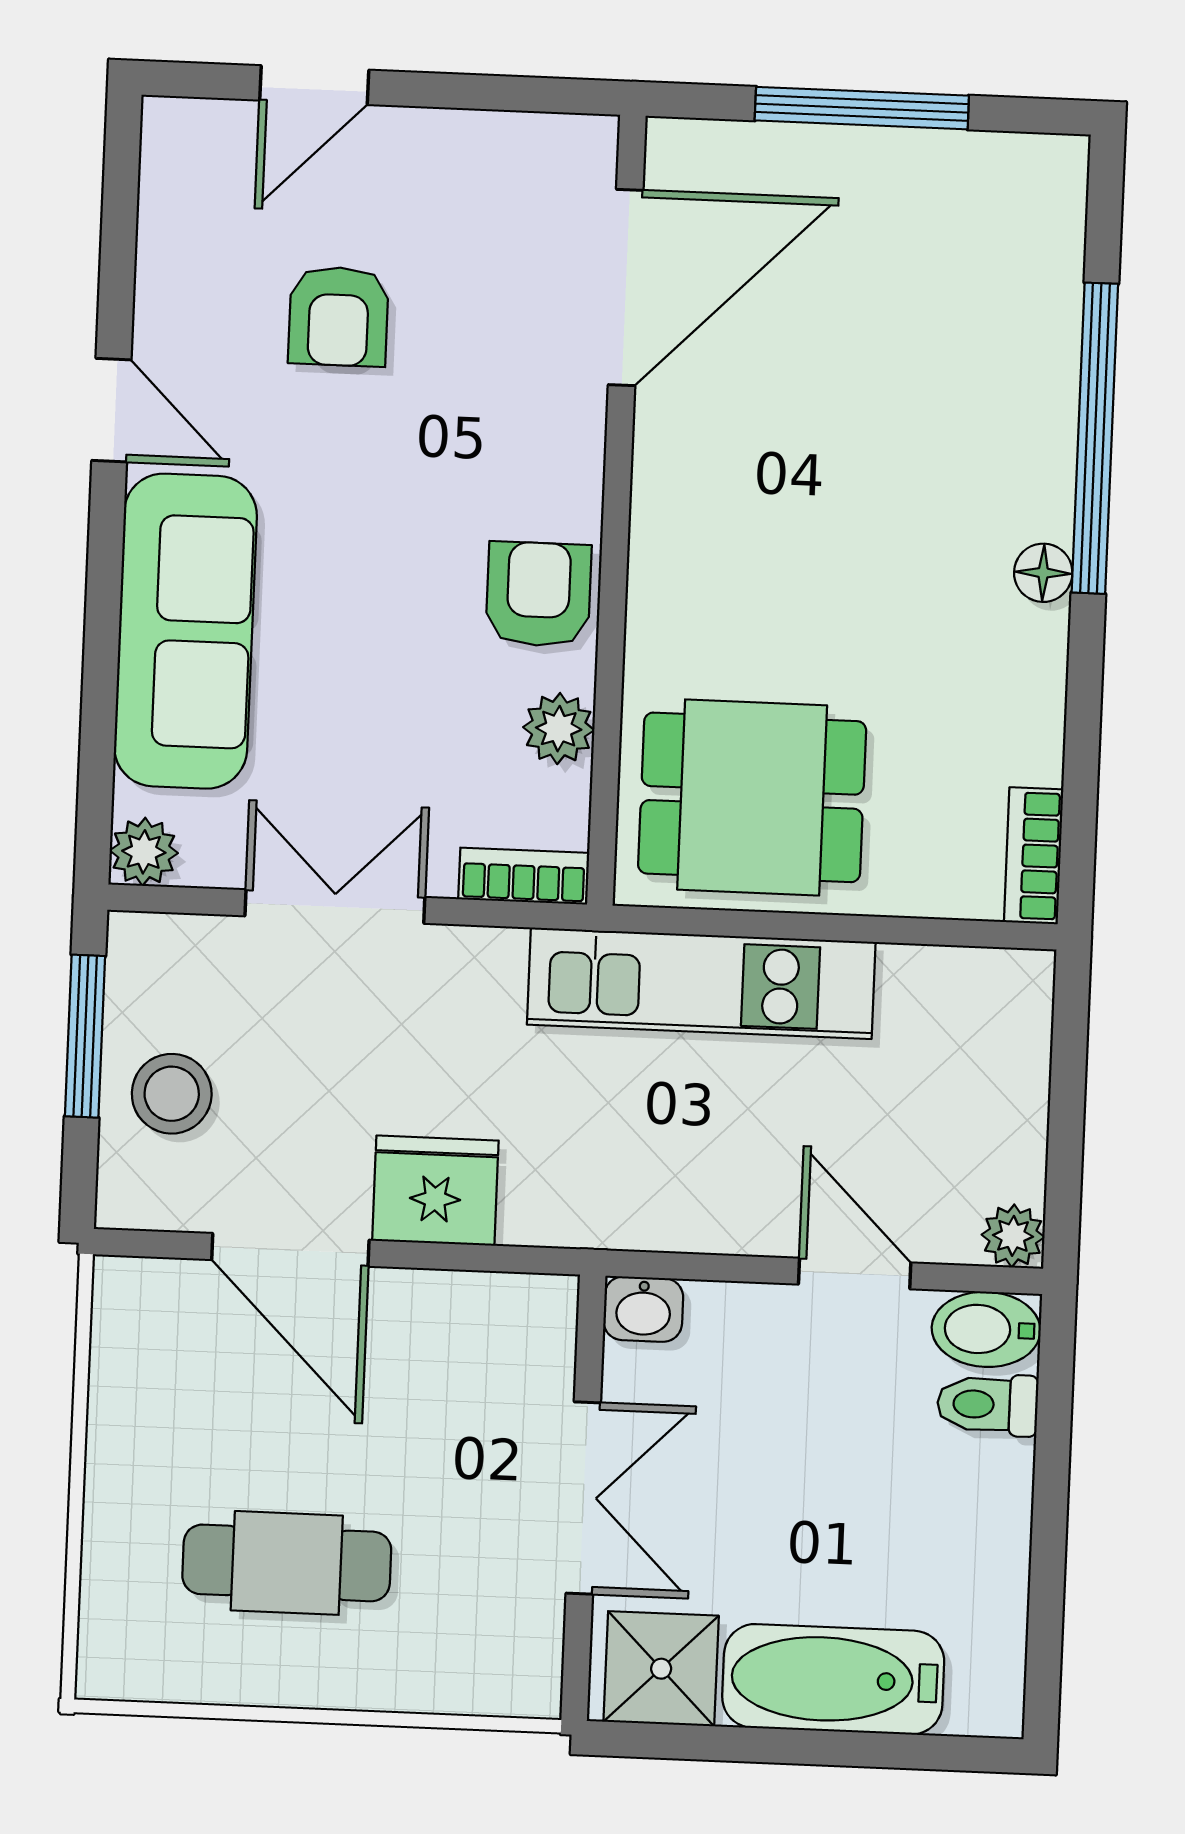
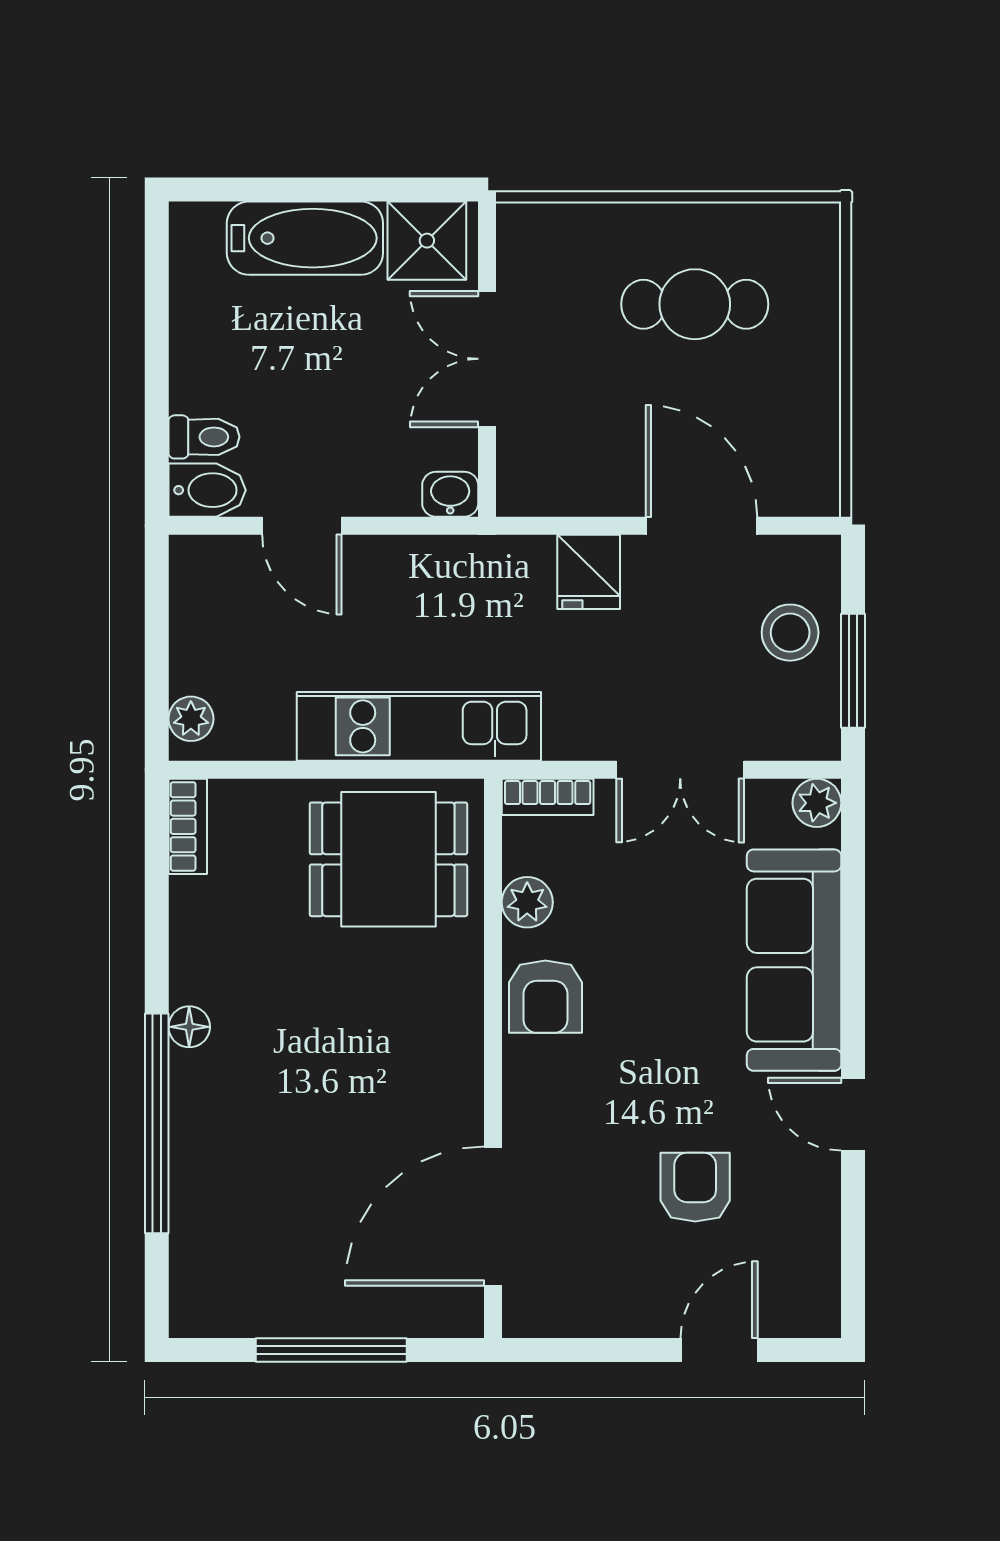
fridge: (435, 1191) -> (589, 572), width x0.72
plant: (1013, 1236) -> (191, 719), moved

